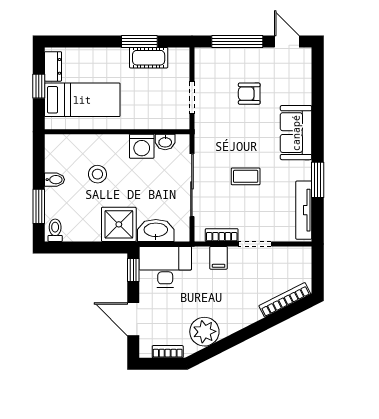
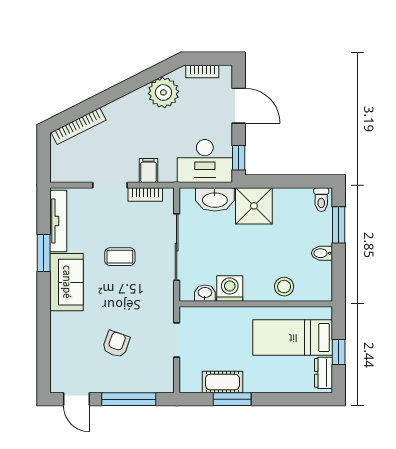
armchair: (249, 94) -> (116, 344), turned -71
sofa: (296, 133) -> (67, 282), moved
stool: (97, 174) -> (284, 287), moved

